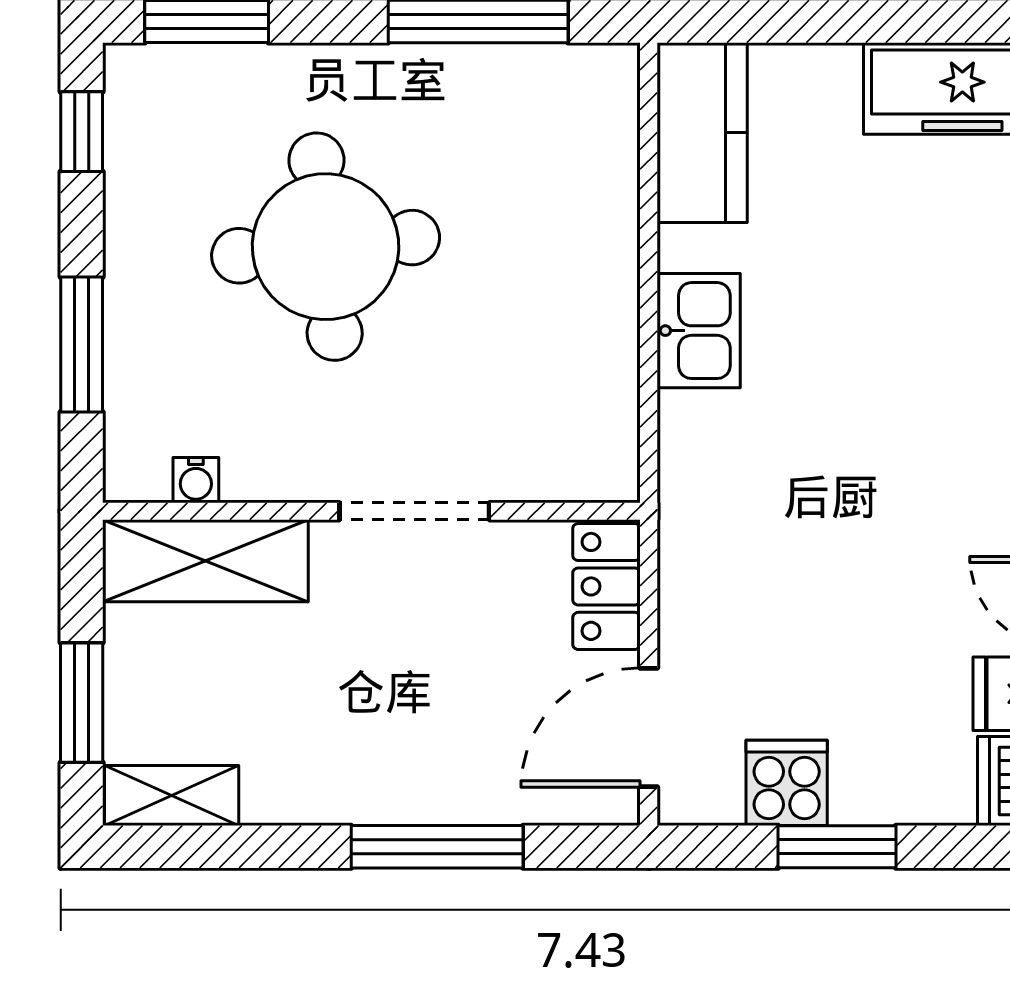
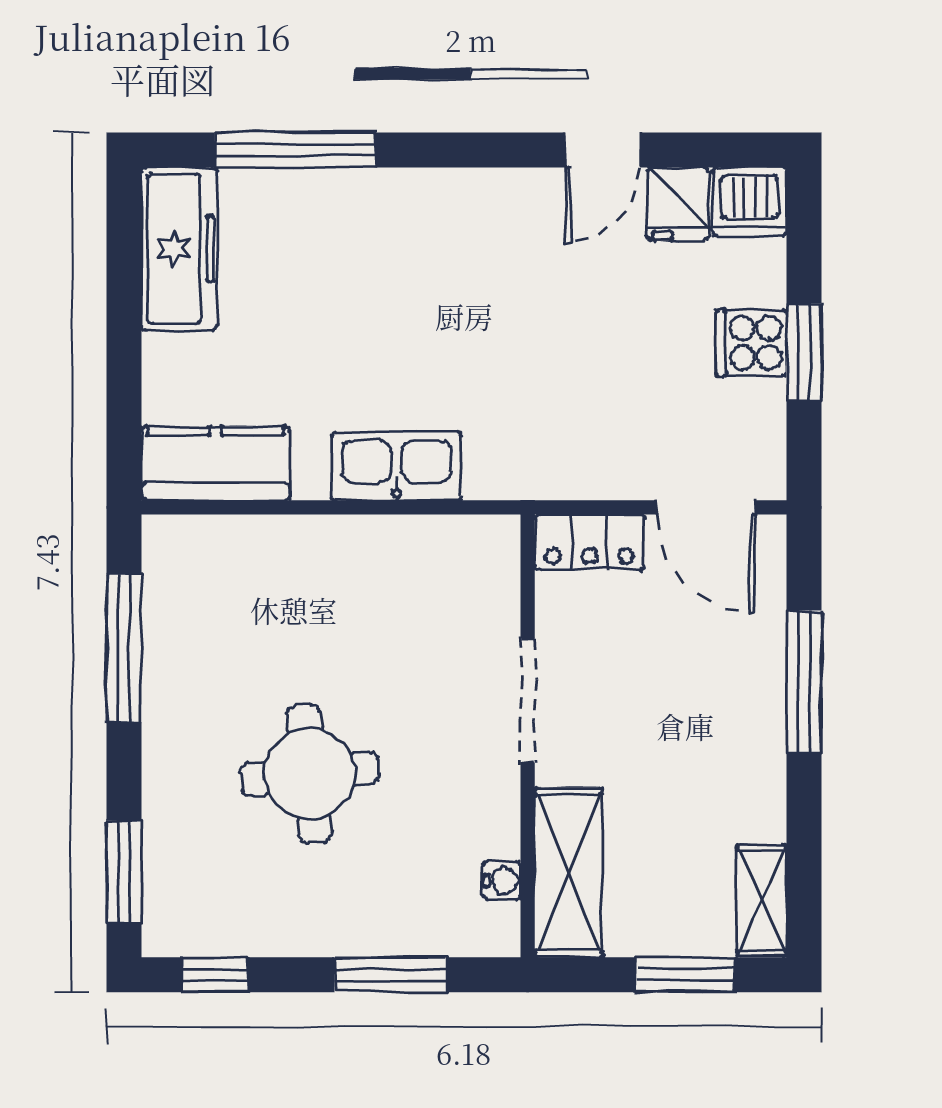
round table: (326, 247) -> (310, 774), width x0.73, depth x0.73
kitchen sink: (699, 331) -> (396, 466), width x1.38
cooker: (787, 783) -> (751, 343), moved

